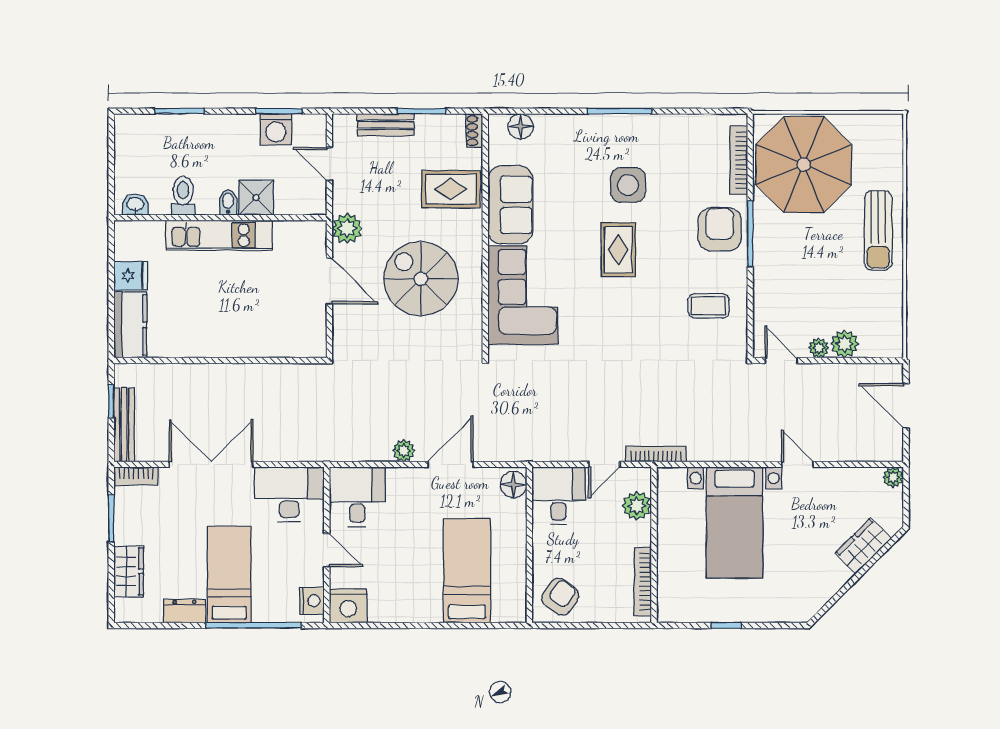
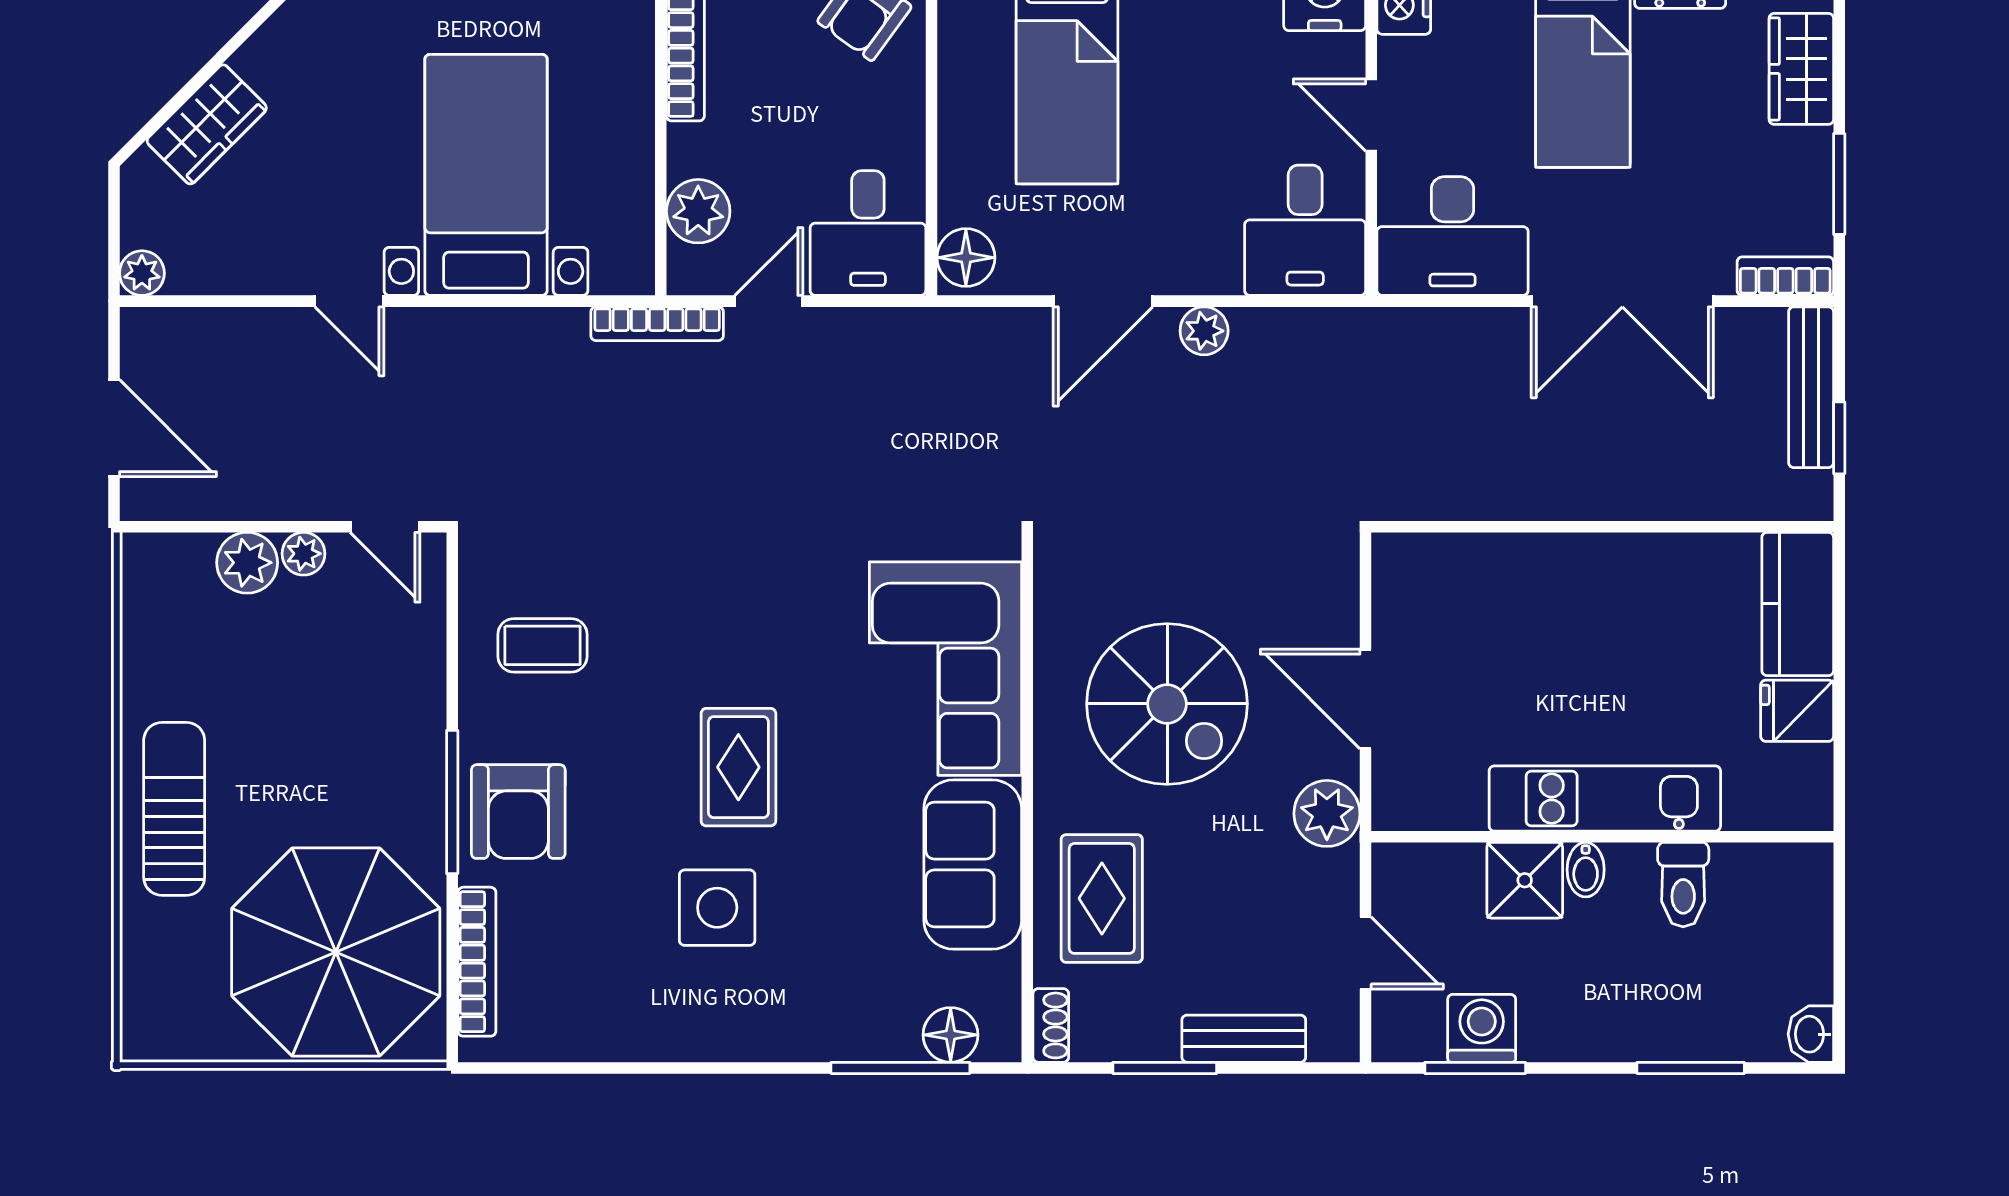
window: (620, 111) -> (900, 1068), moved
rug: (451, 189) -> (1102, 898), turned 90
washbasin: (135, 205) -> (1811, 1034), moved, turned 90

